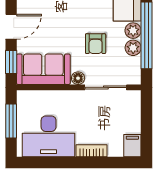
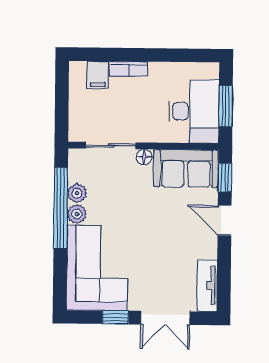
door: (11, 27) -> (225, 220), hinge flipped
armchair: (96, 44) -> (122, 199), removed
desk: (49, 136) -> (194, 111), moved, turned 90
filing cabinet: (132, 146) -> (98, 75), moved

